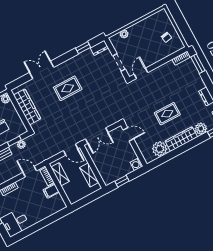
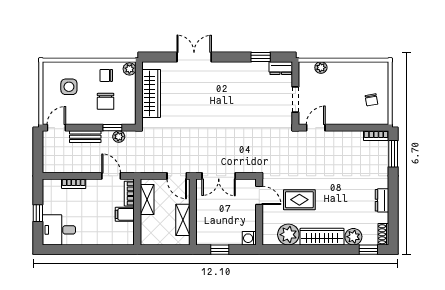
rug: (68, 88) -> (214, 97), removed
rug: (167, 114) -> (299, 200), moved

